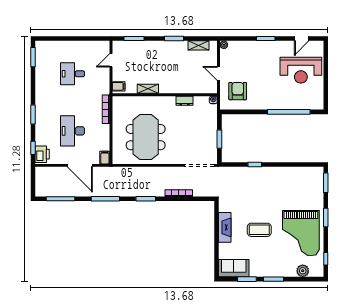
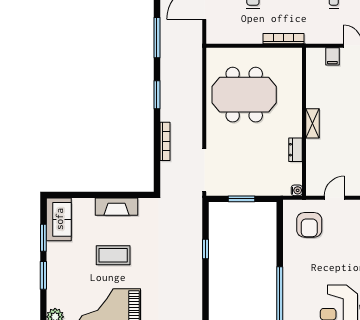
filing cabinet: (119, 86) -> (332, 56), moved
shelving: (148, 89) -> (313, 123), moved
armchair: (238, 91) -> (309, 225), turned 90
filing cabinet: (105, 158) -> (215, 37), removed
coffee table: (259, 230) -> (113, 255), turned 90

